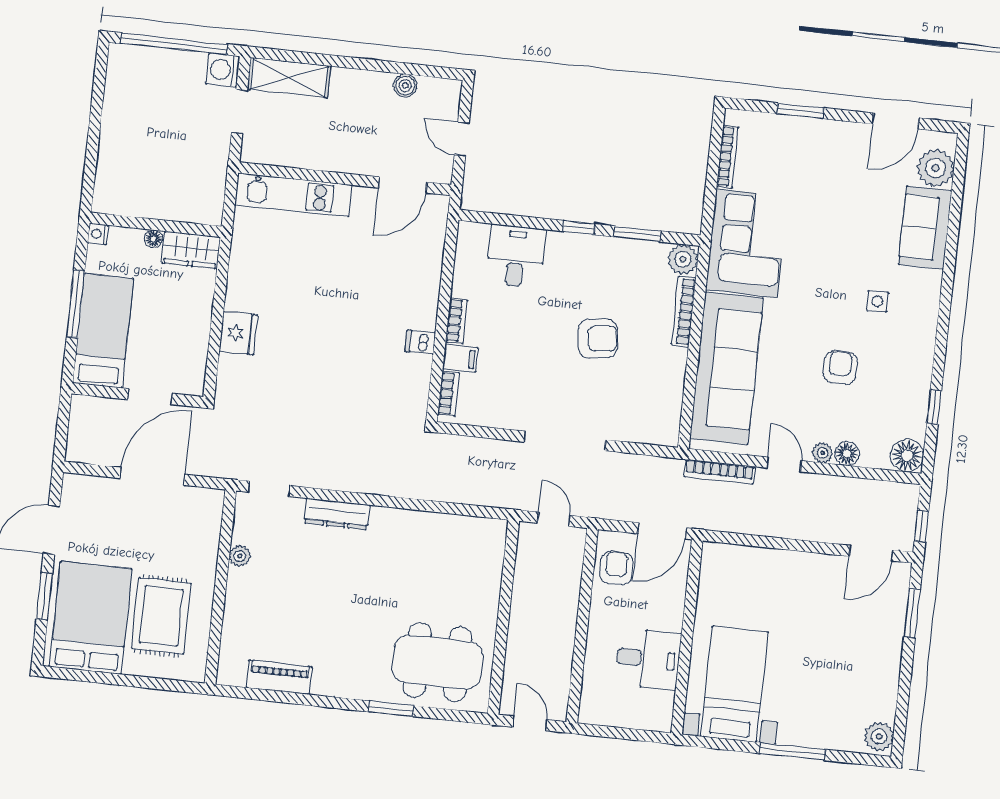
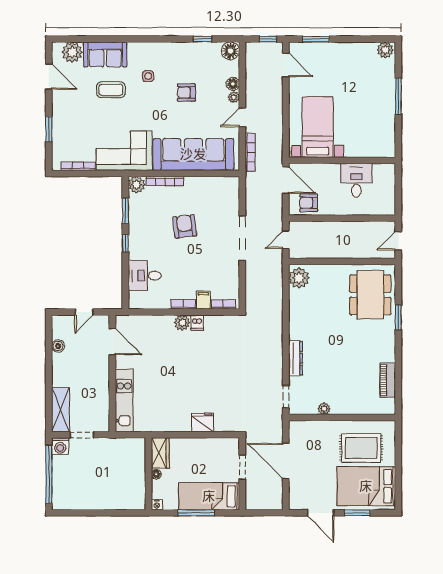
coffee table: (860, 231) -> (111, 90), added
plant: (424, 315) -> (182, 323), added
plant: (482, 536) -> (299, 278), added
bed with nightstands: (734, 684) -> (318, 127), moved, turned 90

